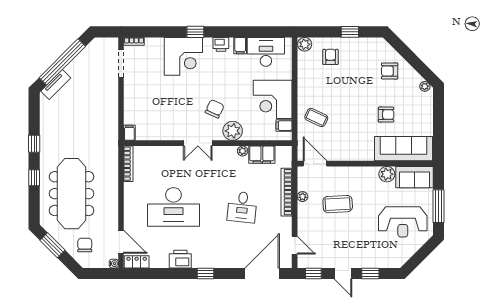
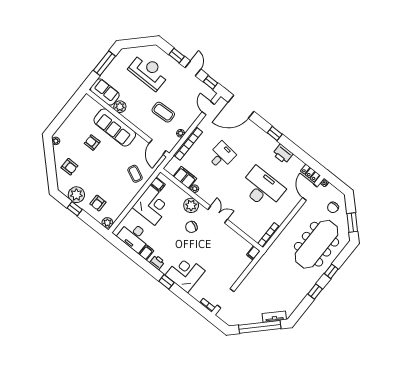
plant: (360, 48) -> (76, 195), added
sofa: (403, 149) -> (115, 127), moved
reception desk: (403, 222) -> (149, 72), moved

